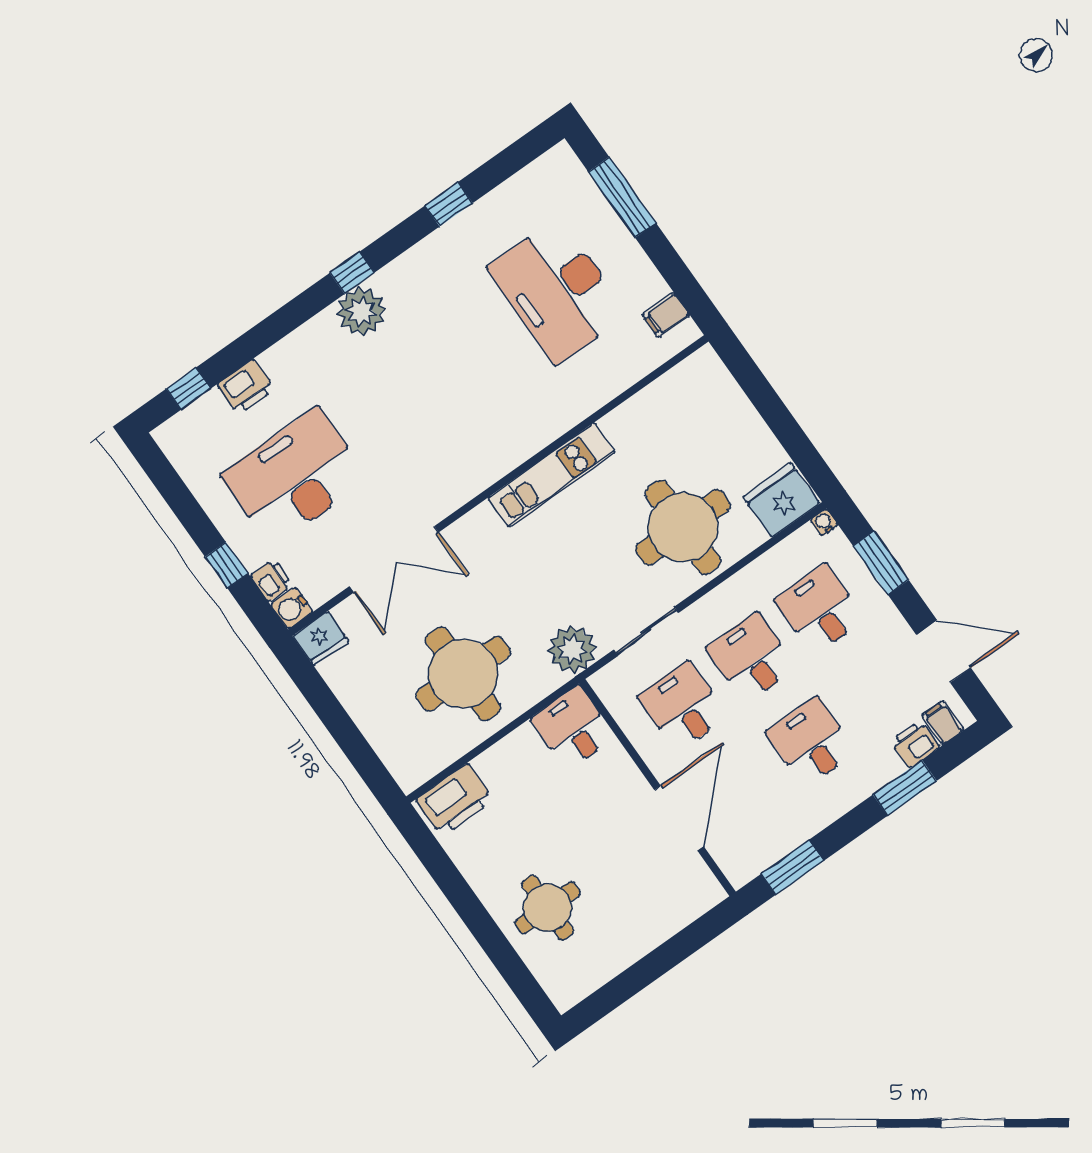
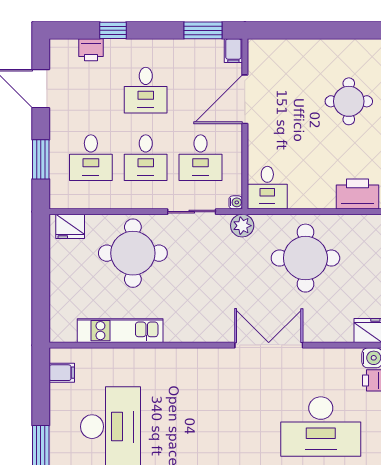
kitchen unit: (551, 475) -> (120, 331), moved
fridge: (781, 500) -> (70, 226), width x0.73, depth x0.75
water cooler: (824, 522) -> (236, 202), moved, turned -90
double door: (394, 559) -> (269, 345), moved
plant: (572, 649) -> (242, 226), width x0.73, depth x0.73
filing cabinet: (943, 723) -> (233, 51), moved
window: (905, 788) -> (113, 30), width x0.67

